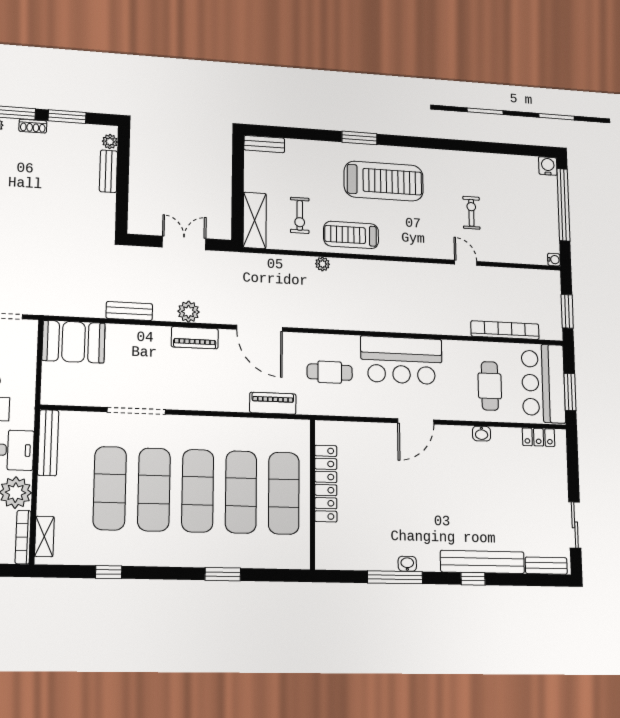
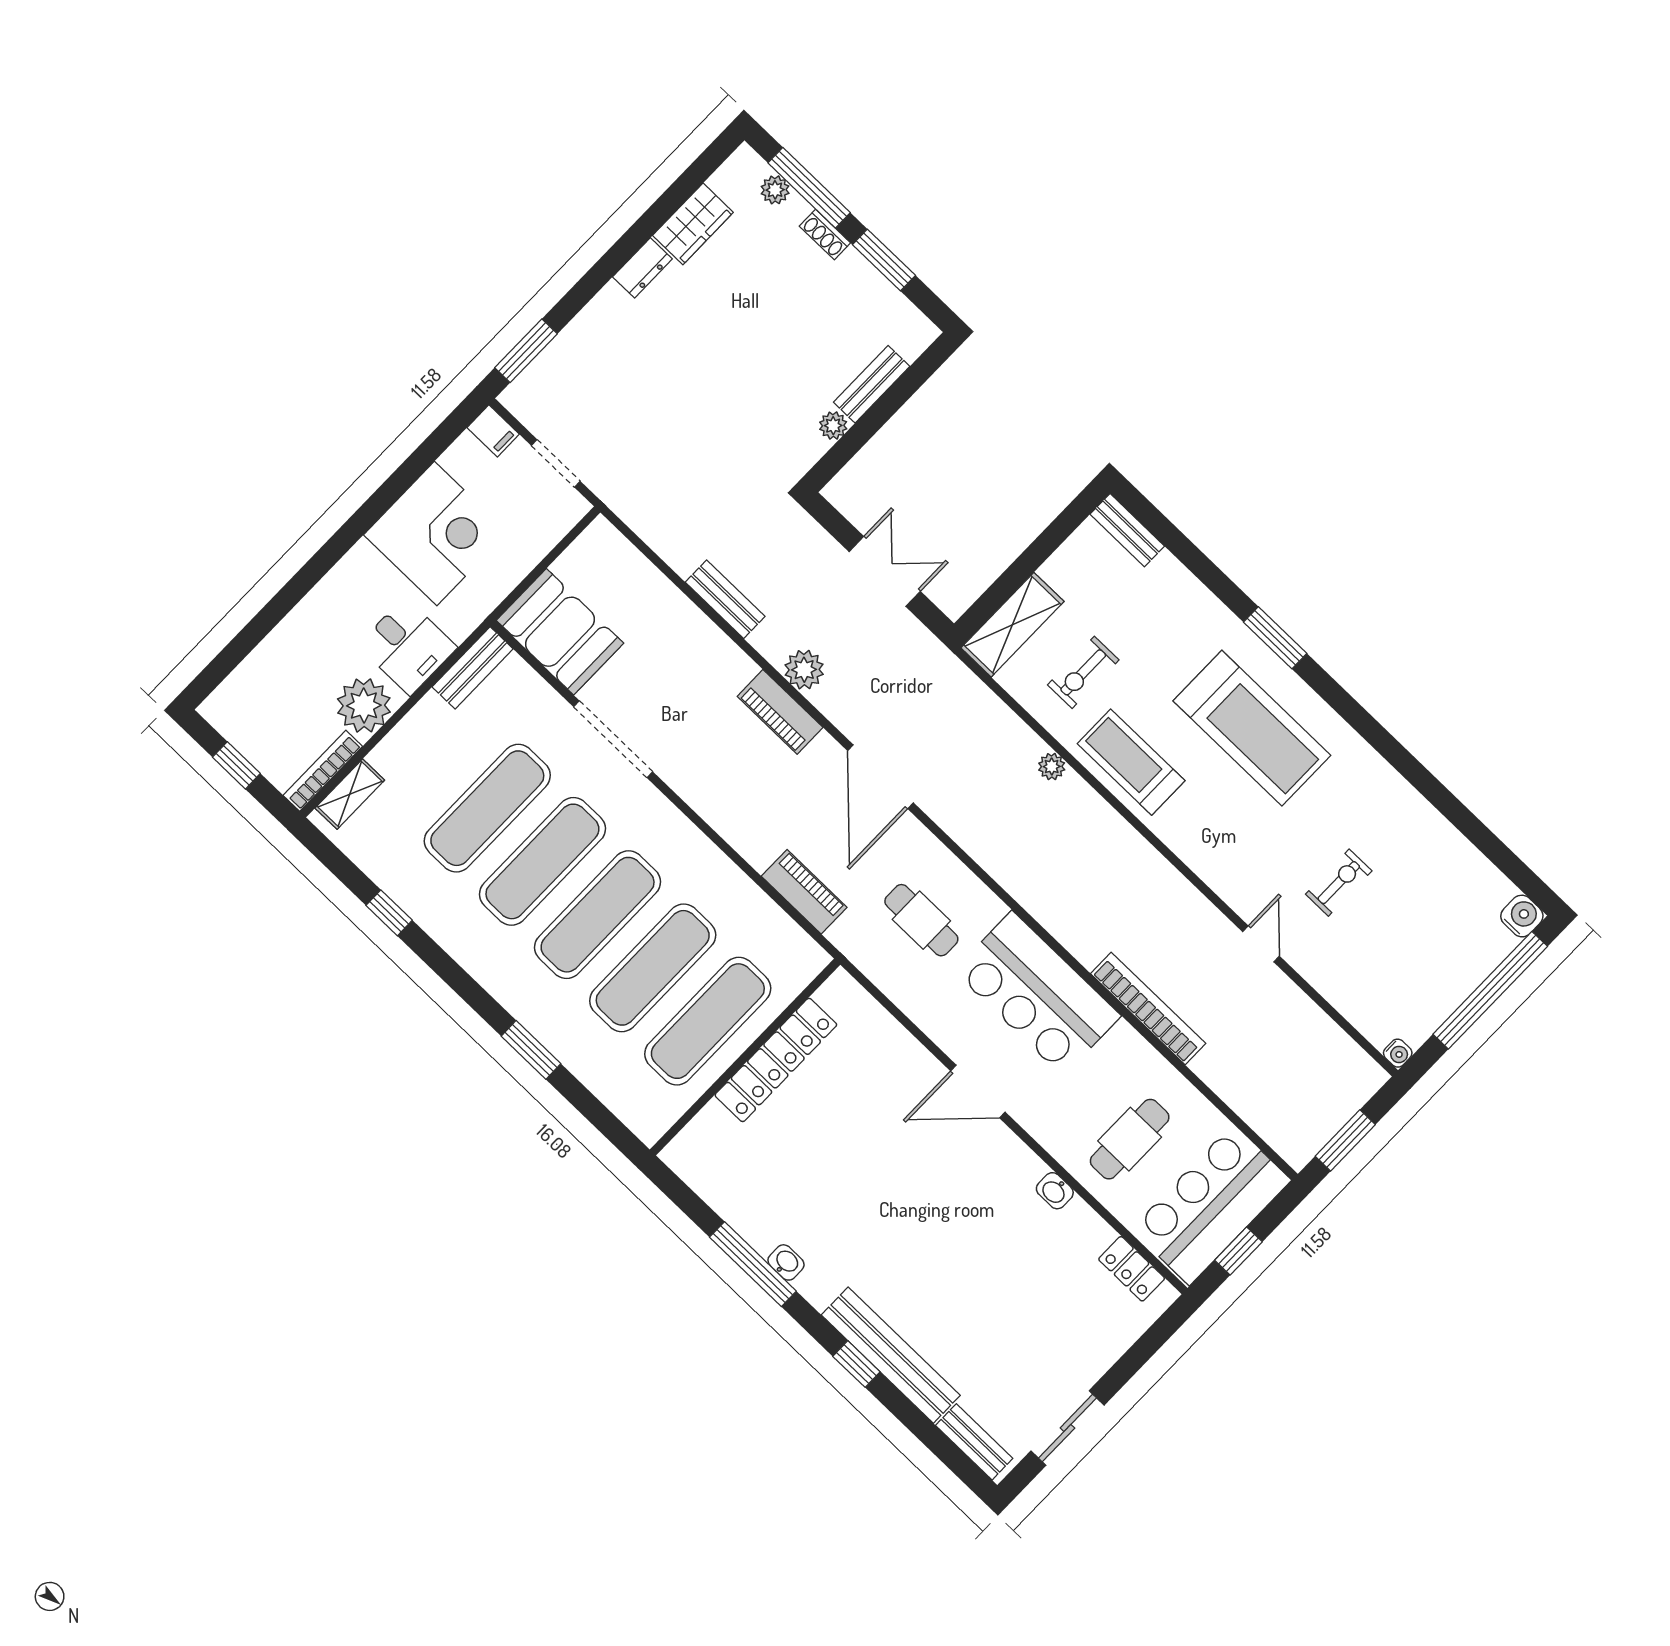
plant: (110, 142) -> (833, 426), moved
bookcase: (505, 330) -> (1148, 1008), moved
booth: (74, 342) -> (560, 632), moved
window: (570, 392) -> (1238, 1251), width x0.67
bench: (48, 443) -> (473, 668), width x0.73

